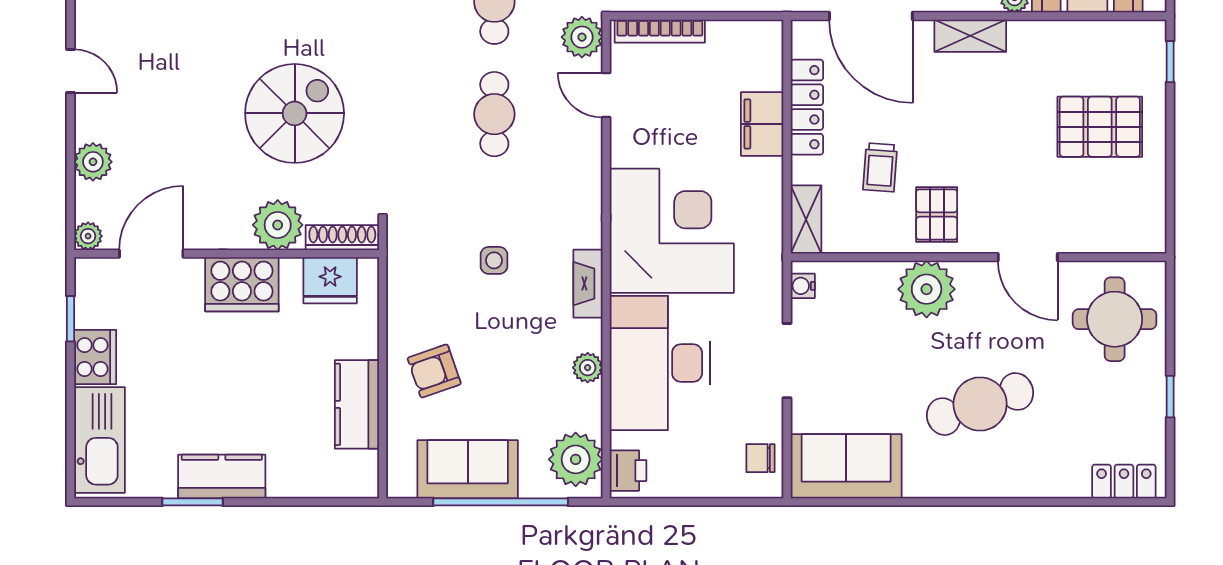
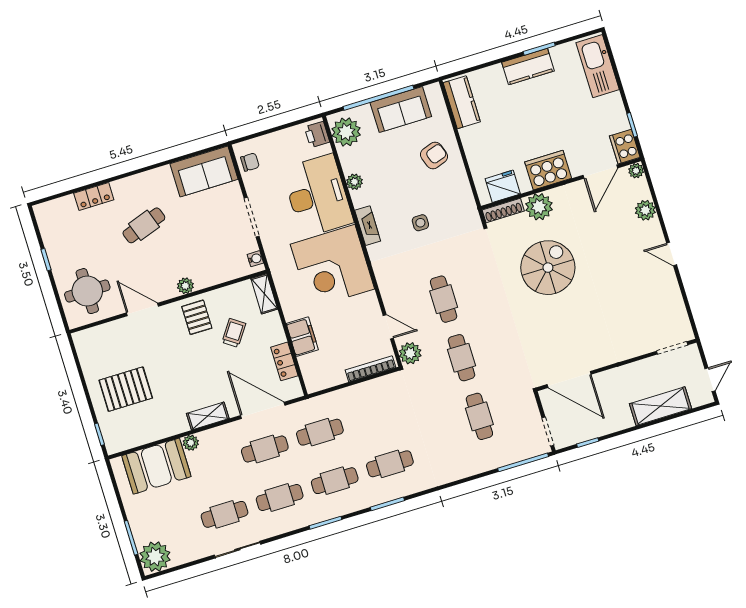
locker: (807, 107) -> (284, 361), width x0.66
spiral stairs: (295, 113) -> (548, 268), turned 180
trolley: (880, 167) -> (234, 333), turned 31
plant: (927, 289) -> (185, 286), width x0.53, depth x0.53
cooker: (95, 357) -> (625, 147), moved
kitchen counter: (357, 404) -> (462, 102), moved
cafe table: (980, 404) -> (144, 225), width x0.73, depth x0.74
locker: (1124, 481) -> (94, 197), moved

